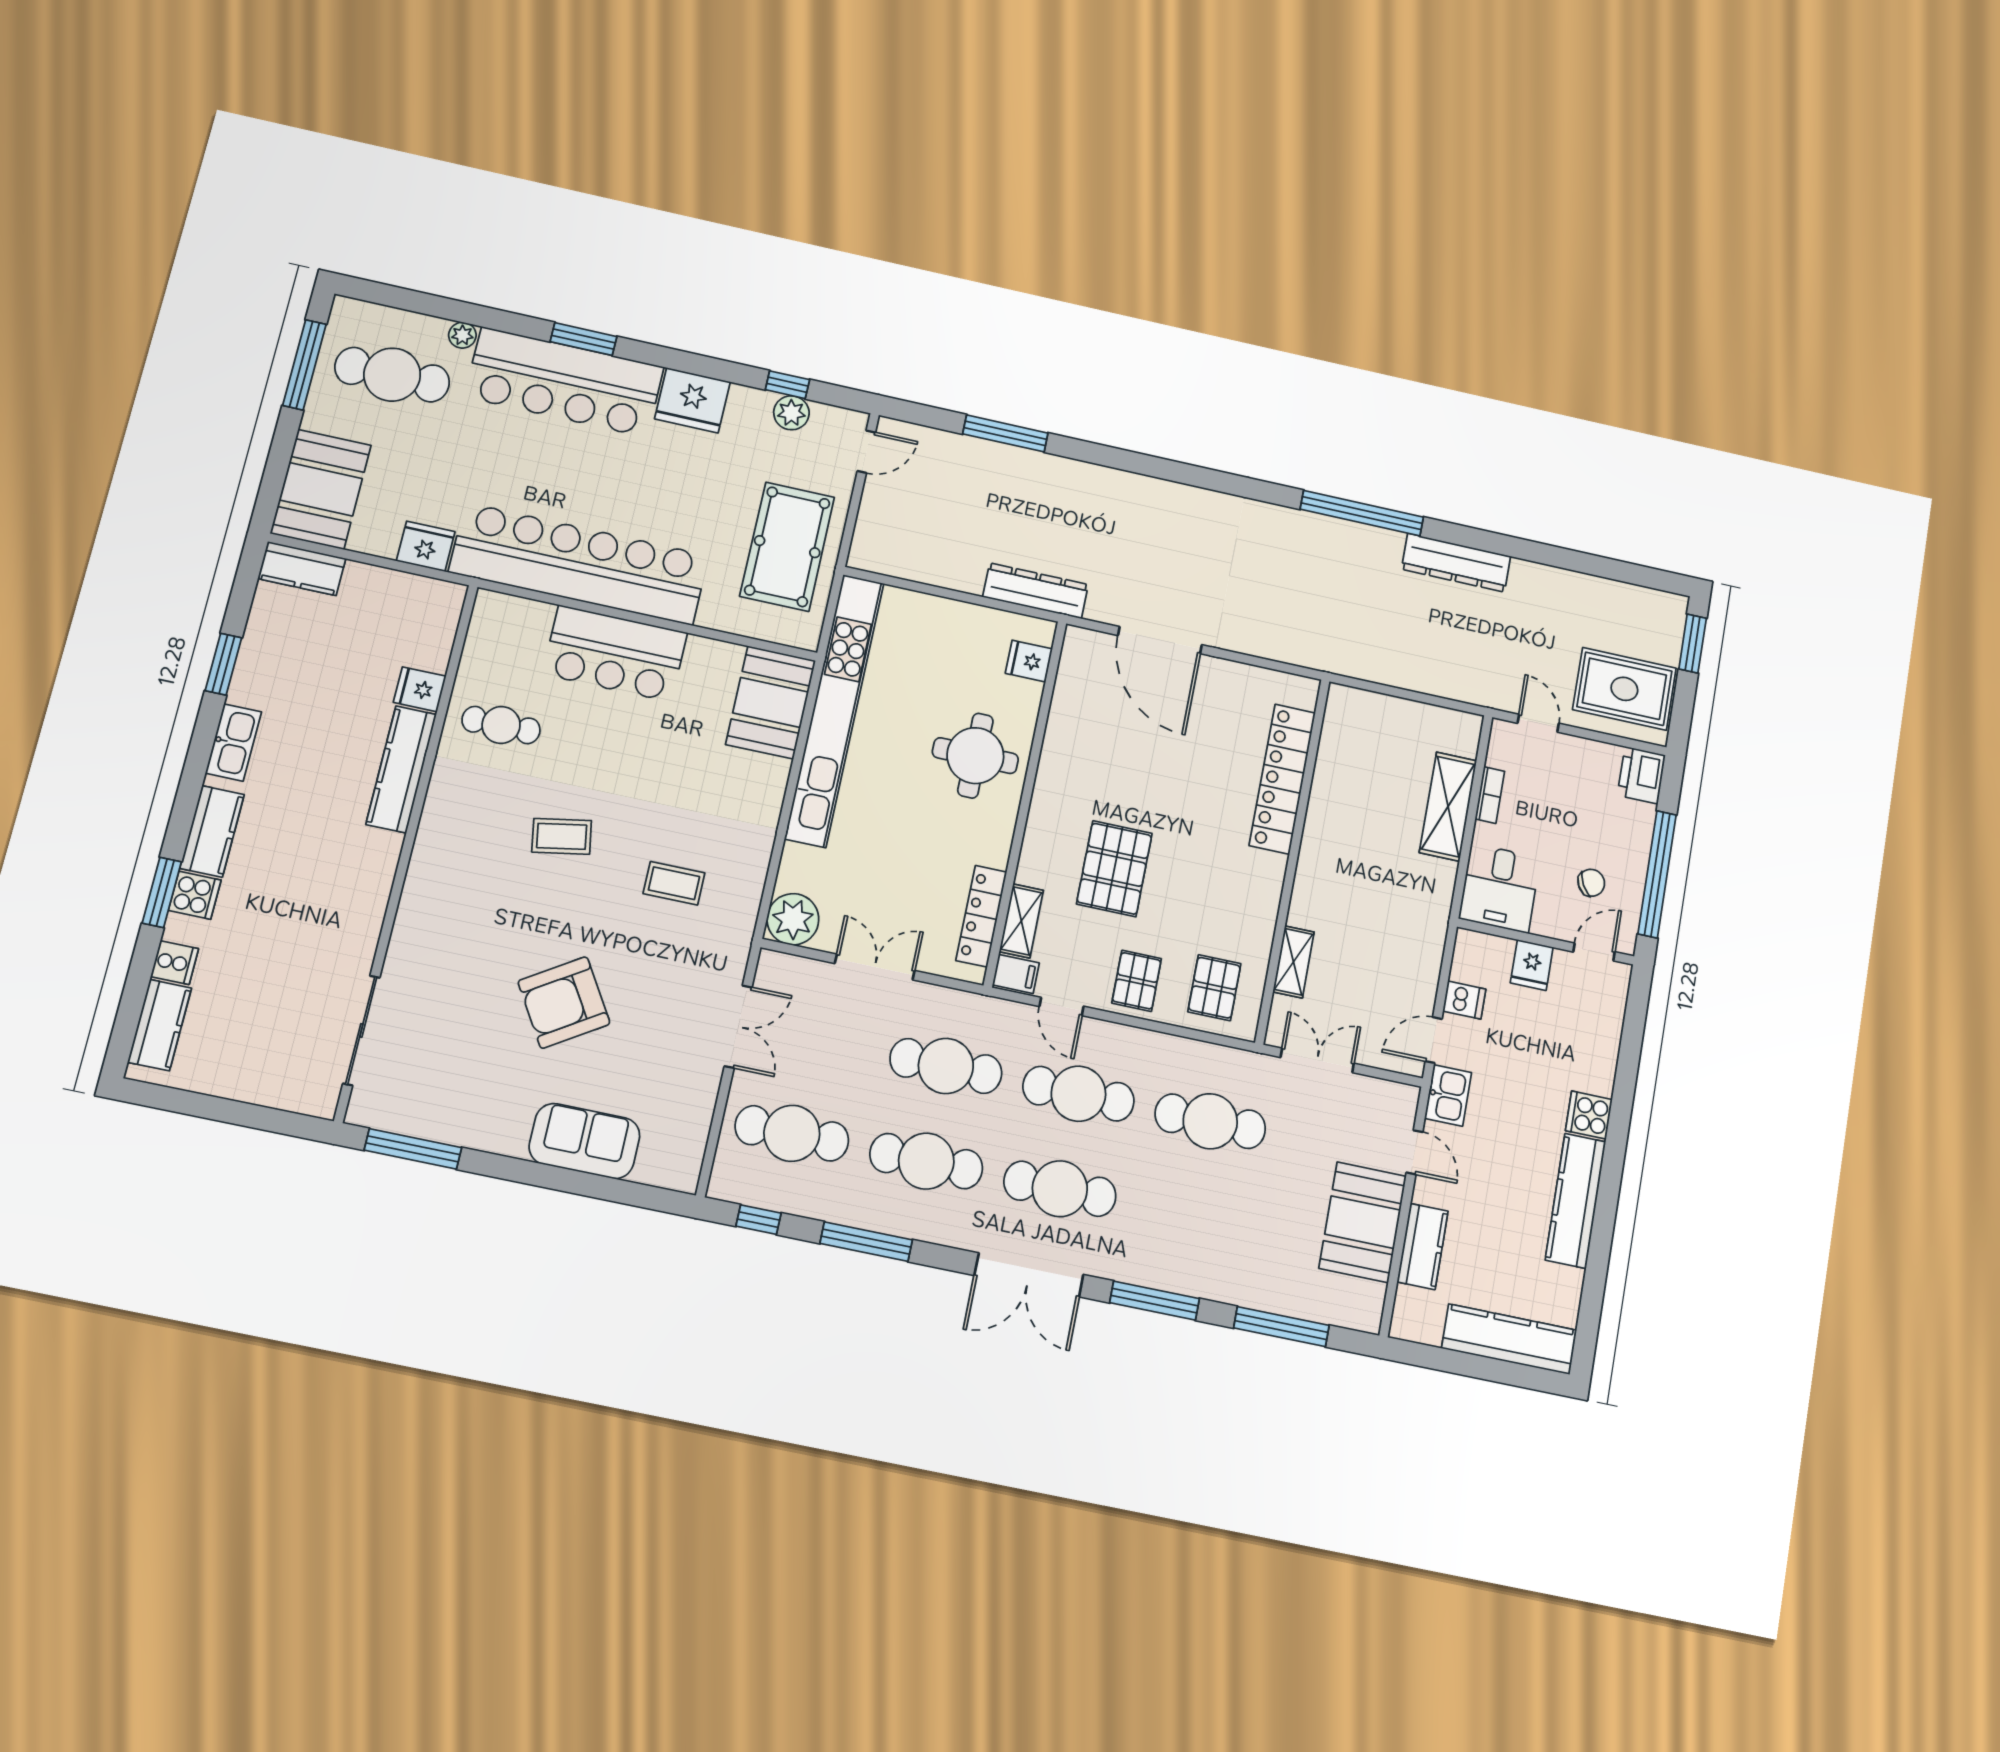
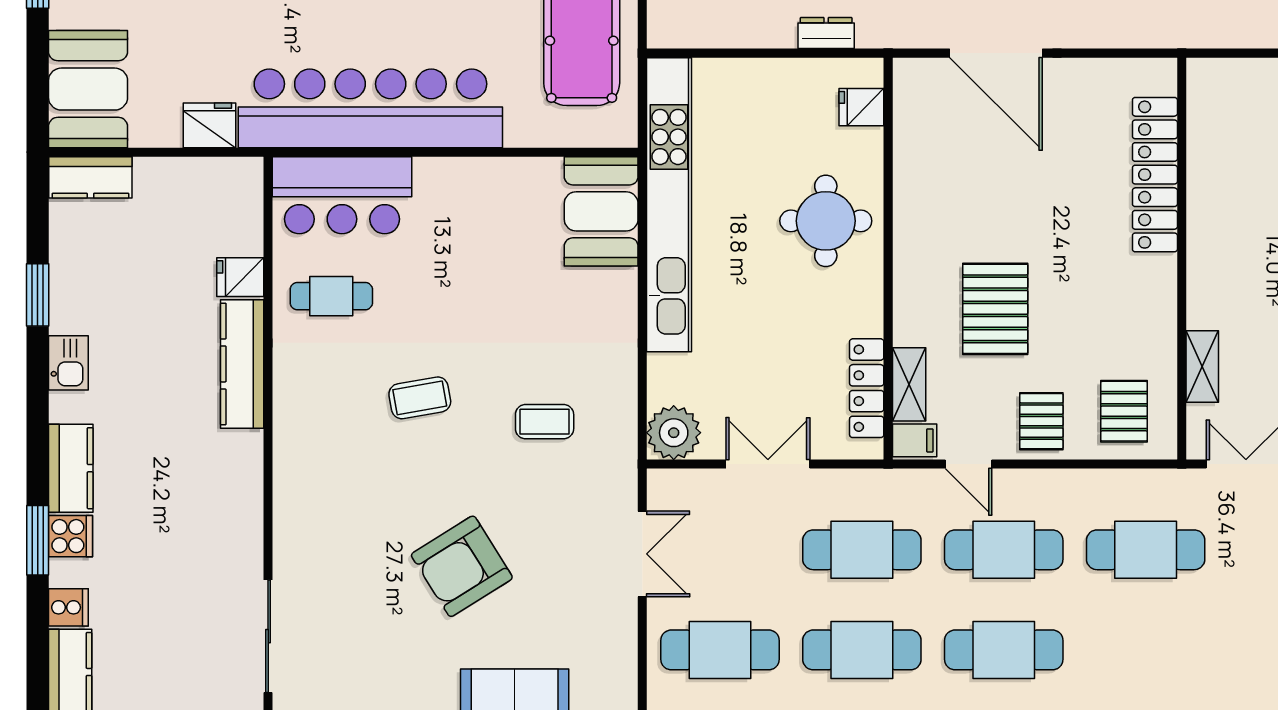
dresser: (1035, 591) -> (826, 33), width x0.51, depth x0.80
bar counter: (615, 653) -> (342, 195), moved
kitchen sink: (234, 742) -> (68, 363), width x0.73

